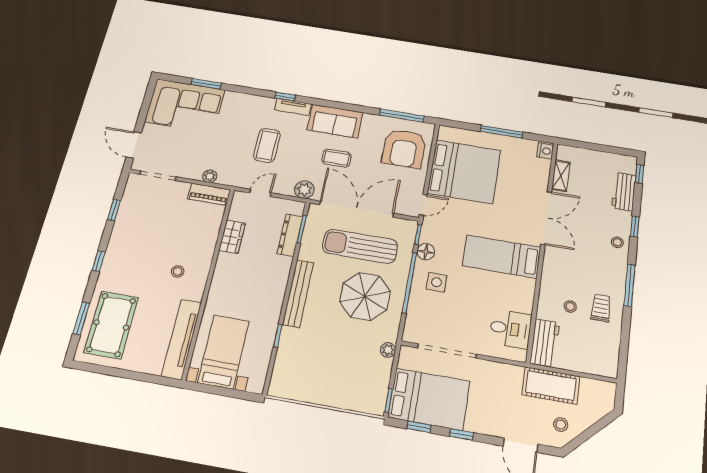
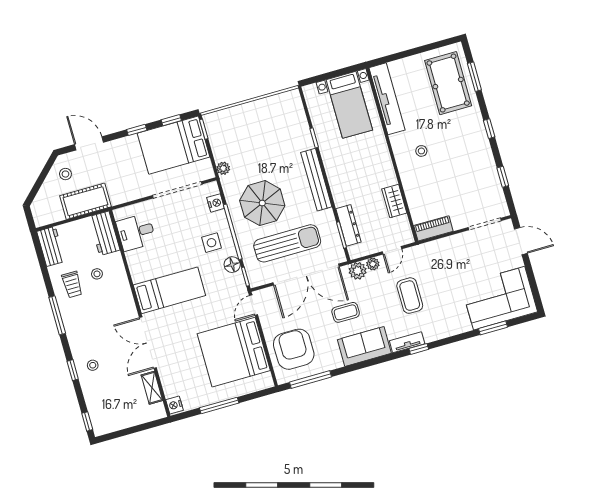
plant: (210, 176) -> (373, 264), moved
workbench: (624, 192) -> (51, 246), moved
stool: (617, 242) -> (93, 365), moved
nightstand: (413, 319) -> (216, 203), added

